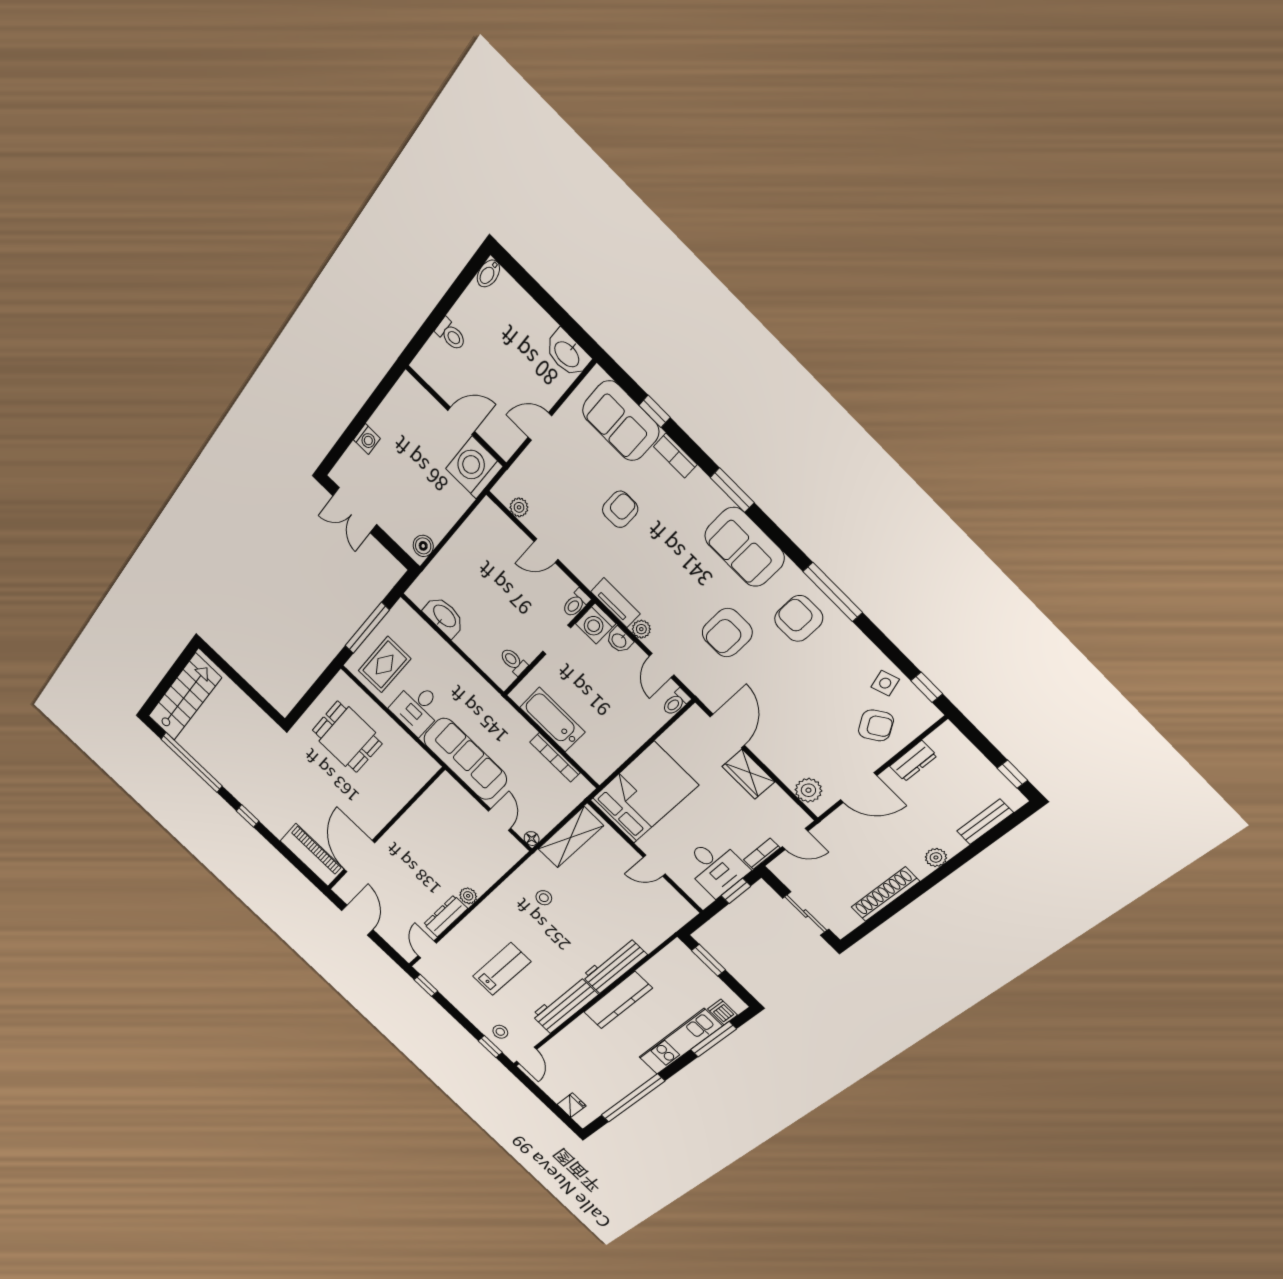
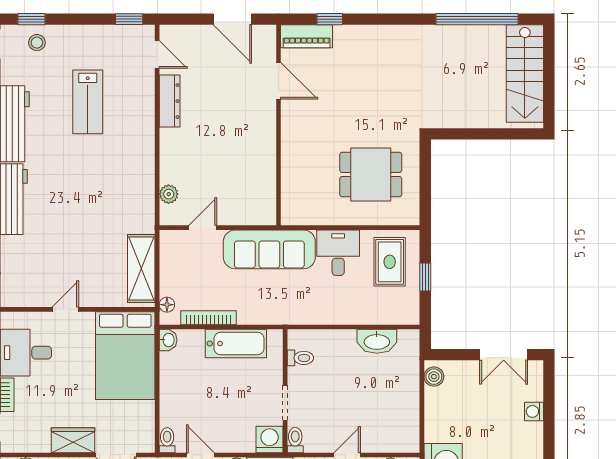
double door: (355, 510) -> (504, 355), swing flipped
window: (367, 628) -> (425, 277), width x0.46
washbasin: (619, 640) -> (168, 340), moved, turned 90
window: (248, 816) -> (330, 19), moved
door: (500, 820) -> (203, 228), swing flipped
floor lamp: (532, 839) -> (167, 305), moved
piano: (312, 855) -> (307, 36), width x0.73, depth x0.75
door: (359, 856) -> (279, 81), width x0.73
plant: (468, 896) -> (169, 194), moved
stool: (544, 898) -> (114, 199), removed

